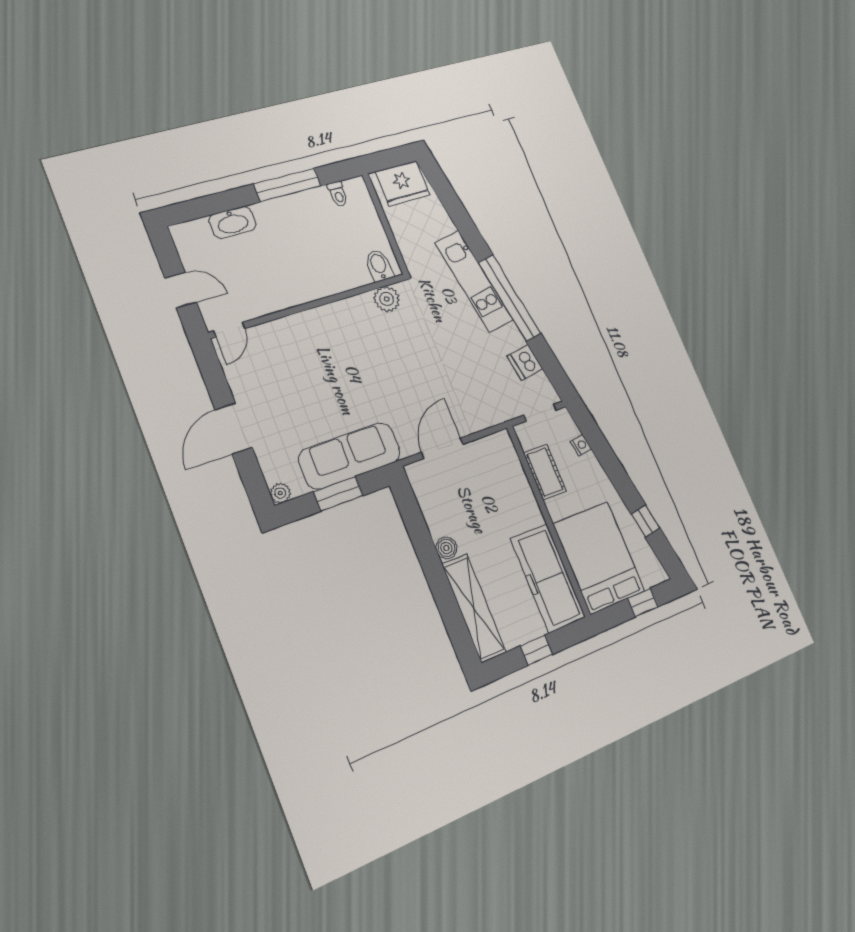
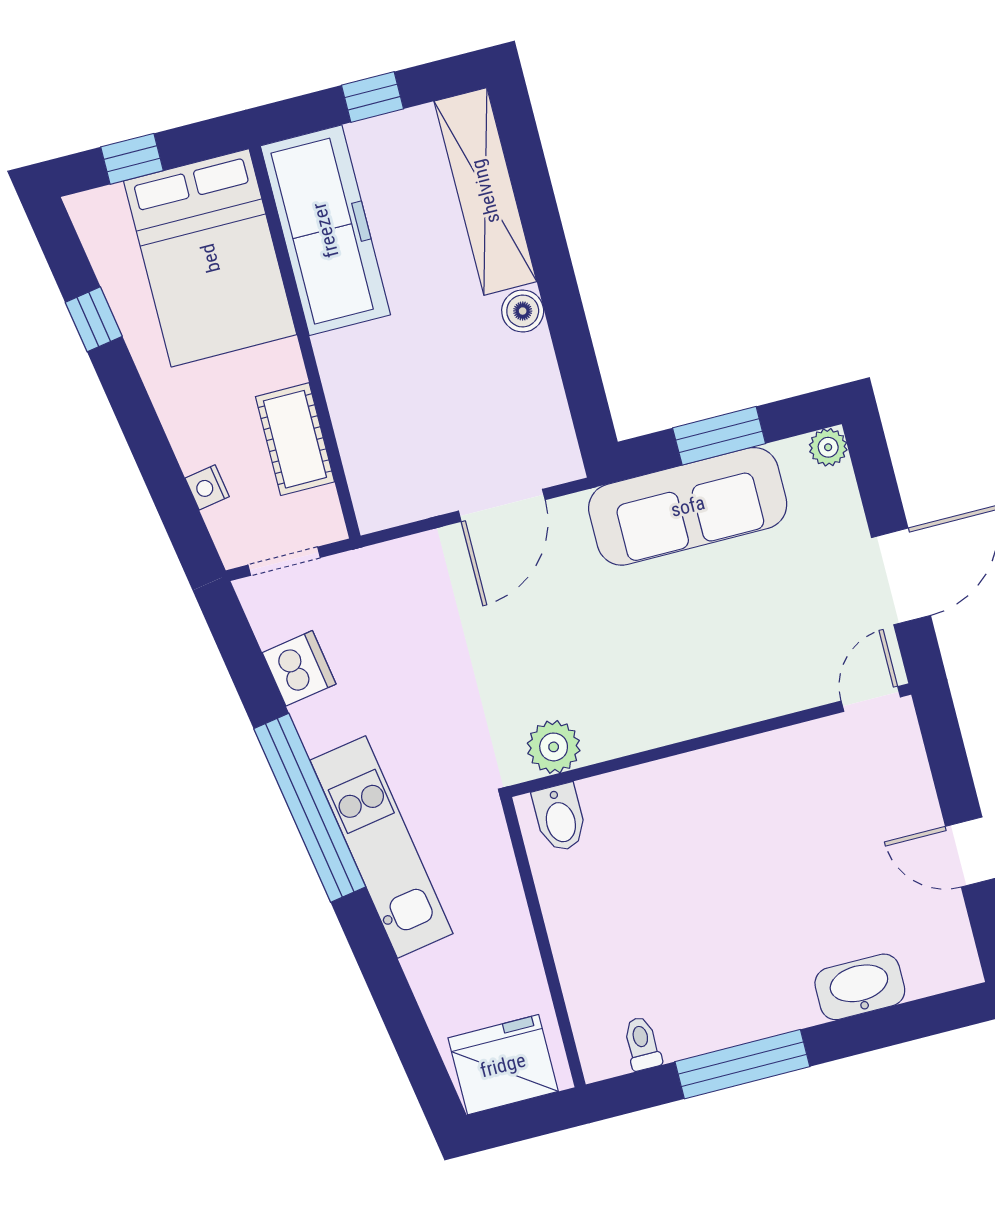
bidet: (379, 266) -> (560, 818), moved
plant: (387, 299) -> (554, 747), moved
wall: (310, 305) -> (710, 740), moved
door: (229, 330) -> (871, 699), moved

